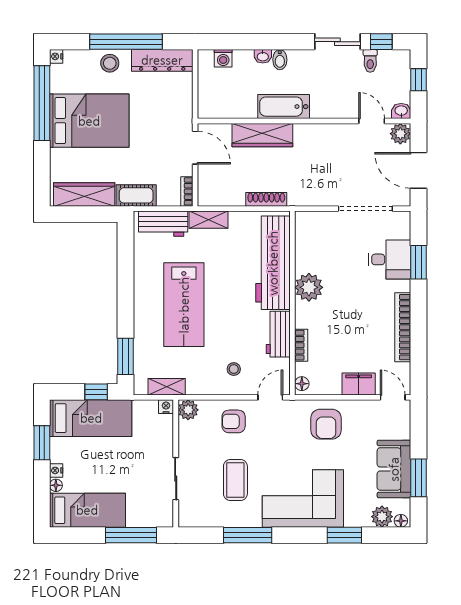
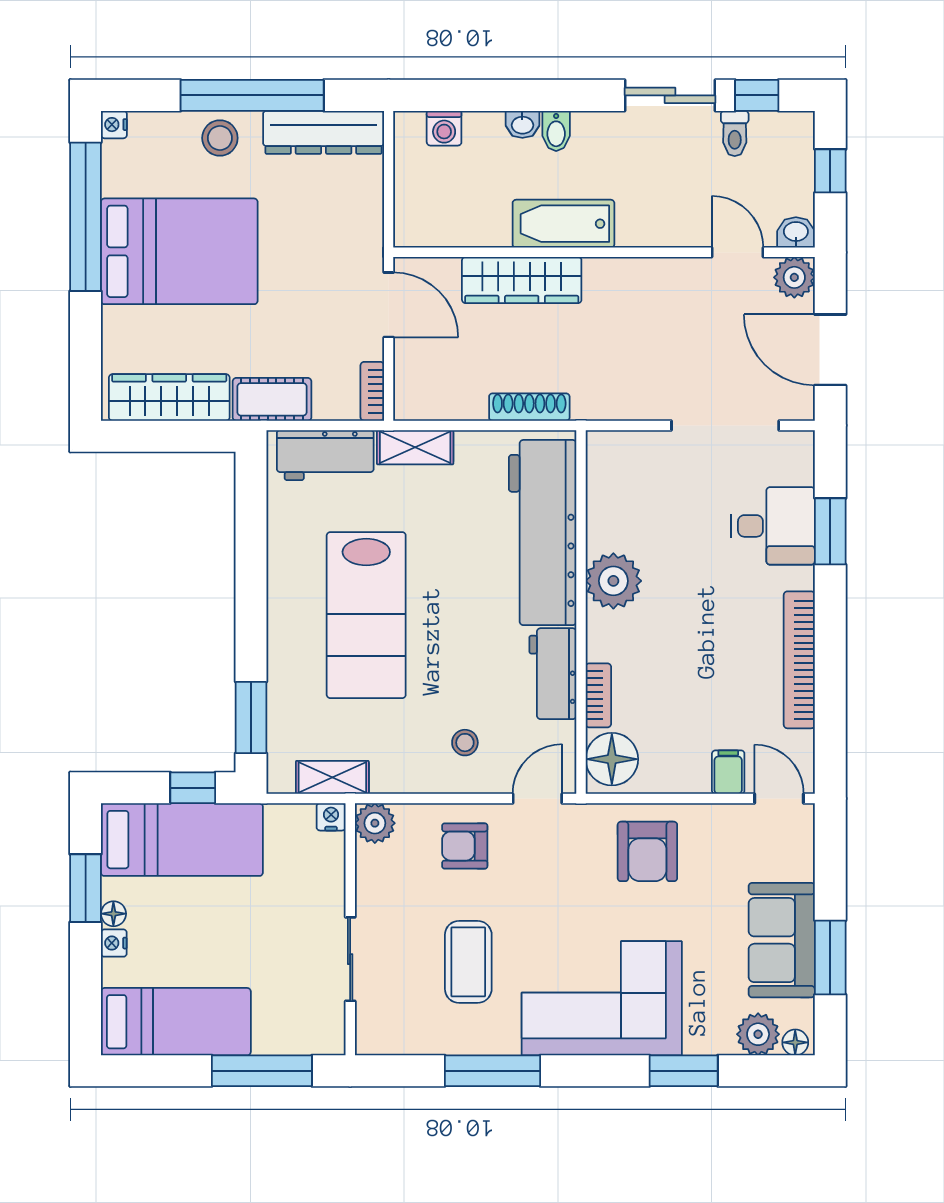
floor lamp: (302, 384) -> (612, 759), width x1.89, depth x1.89
filing cabinet: (359, 384) -> (728, 772), width x0.50
floor lamp: (56, 485) -> (113, 914), moved

